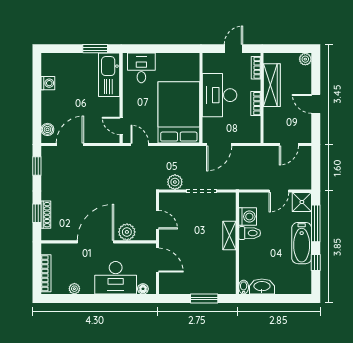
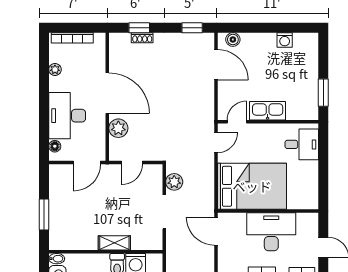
kitchen sink: (109, 75) -> (268, 111), moved, width x0.73, depth x0.81
shoe rack: (46, 215) -> (142, 38), width x0.70

